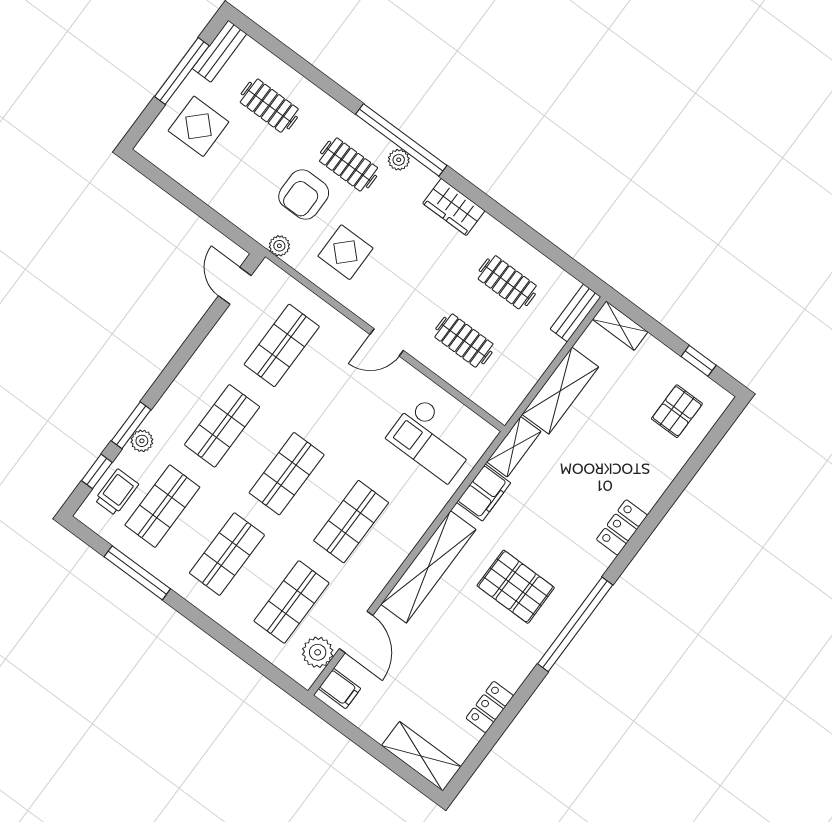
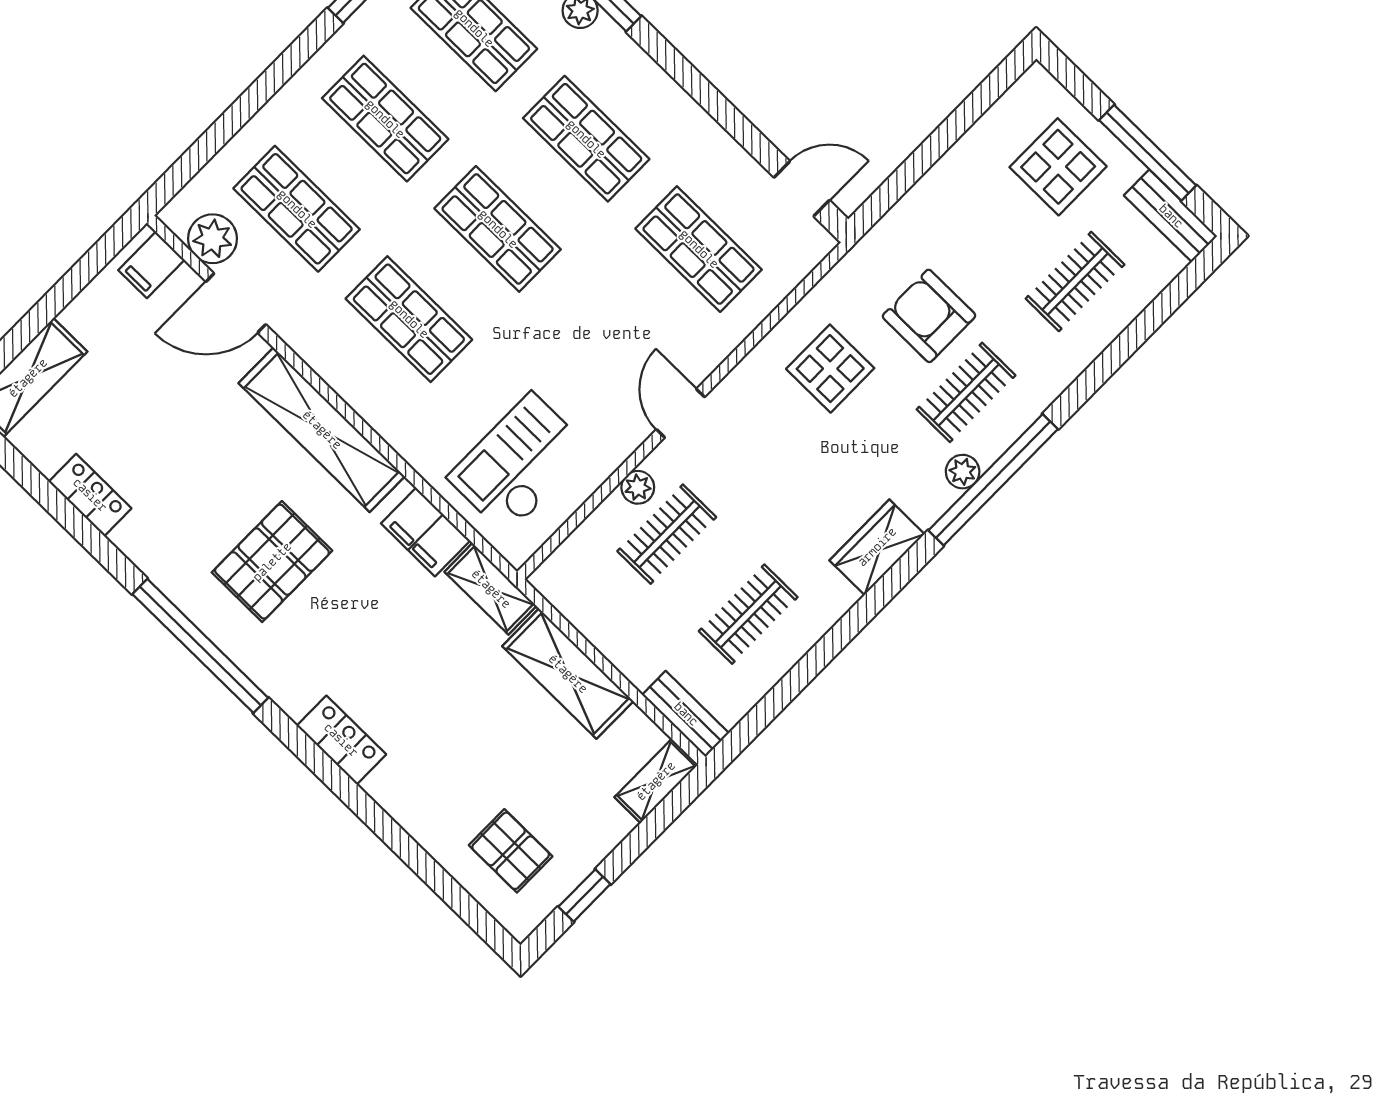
plant: (279, 246) -> (638, 487), moved

